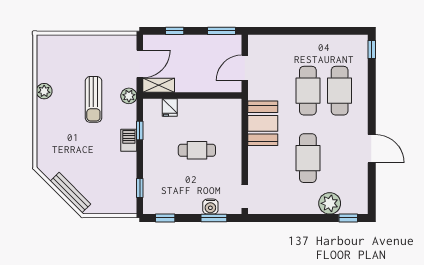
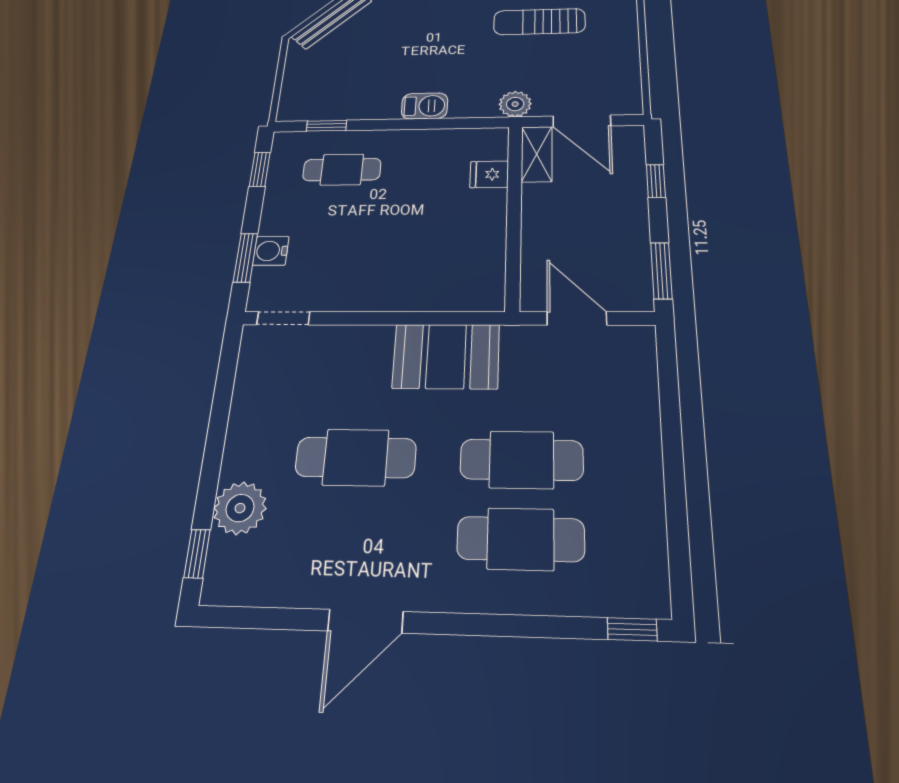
sun lounger: (93, 99) -> (539, 22), moved
window: (140, 131) -> (443, 124), removed
cafe table: (197, 150) -> (342, 170), moved, turned 90

